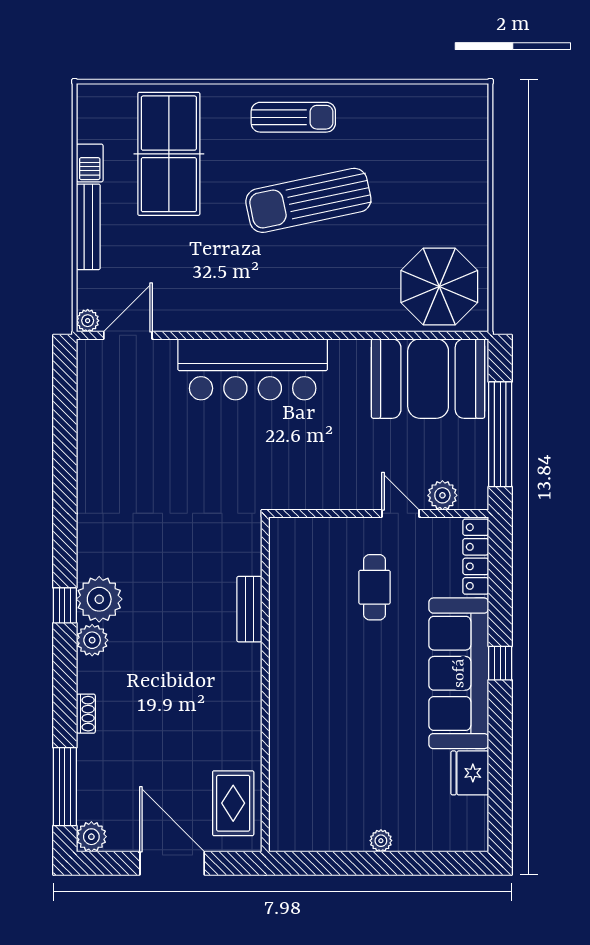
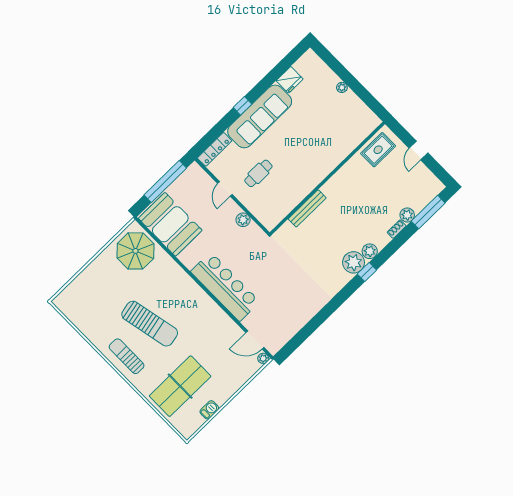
bench: (88, 227) -> (231, 389), removed
plant: (442, 495) -> (243, 220), moved
bench: (249, 609) -> (307, 208), width x1.36
plant: (91, 837) -> (407, 215), moved
door: (172, 863) -> (419, 150), width x0.53

